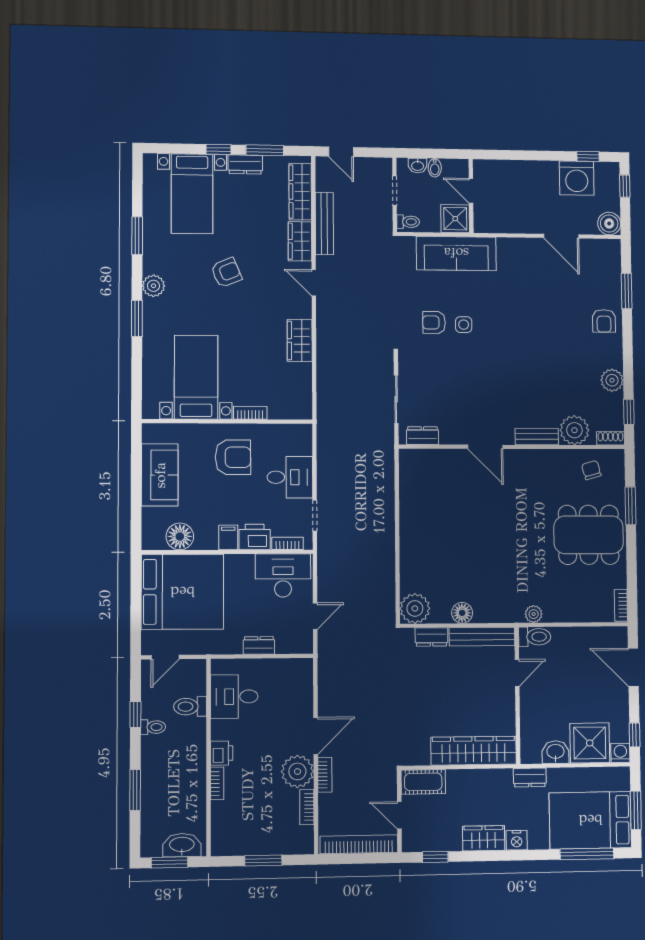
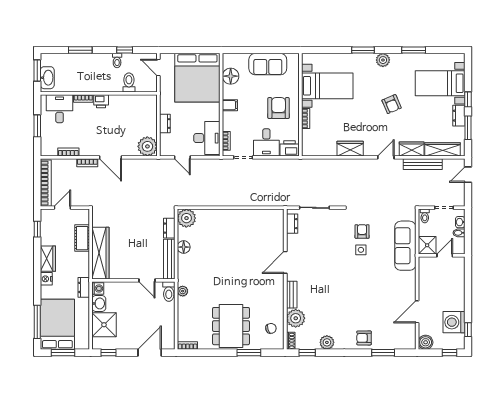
armchair: (233, 457) -> (279, 108), turned 180
printer: (255, 537) -> (289, 148), moved, turned -90
desk: (234, 697) -> (60, 109), moved
washing machine: (620, 753) -> (98, 288), moved
plant: (297, 771) -> (147, 146), moved
cot: (423, 782) -> (82, 238), moved

